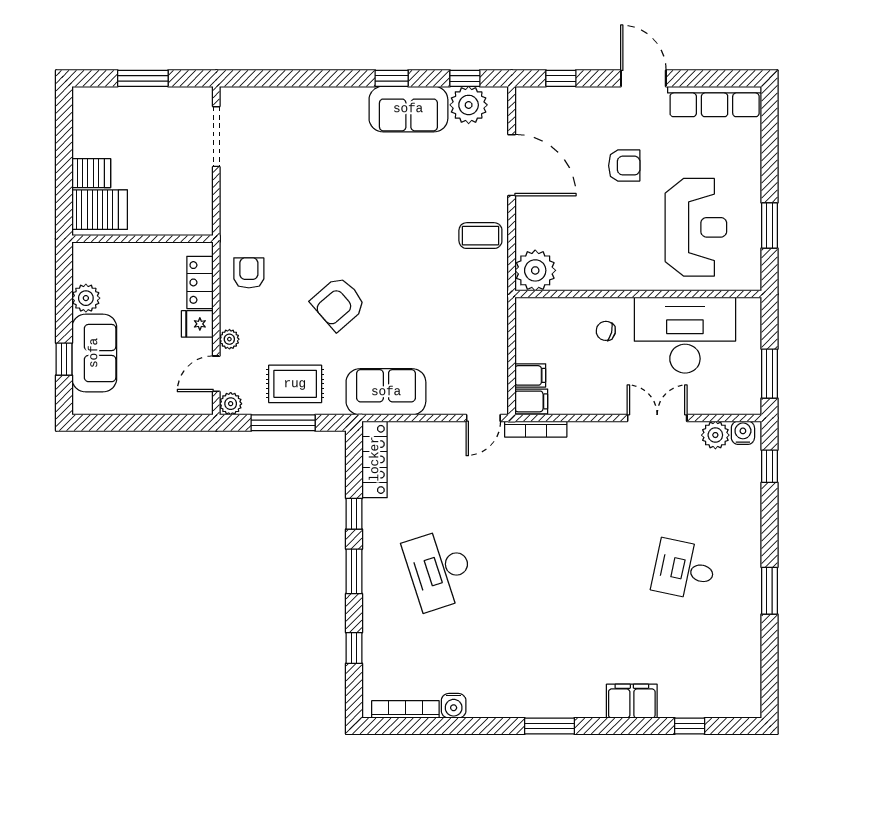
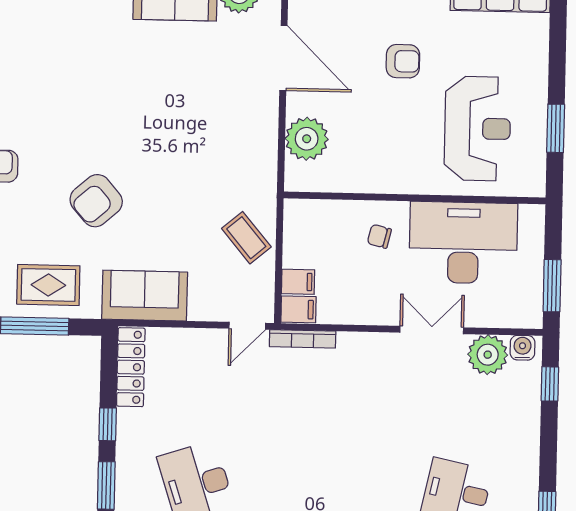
coffee table: (480, 236) -> (246, 238), moved, turned 50
plant: (535, 270) -> (307, 139), moved
plant: (715, 435) -> (488, 355), width x1.36, depth x1.36

